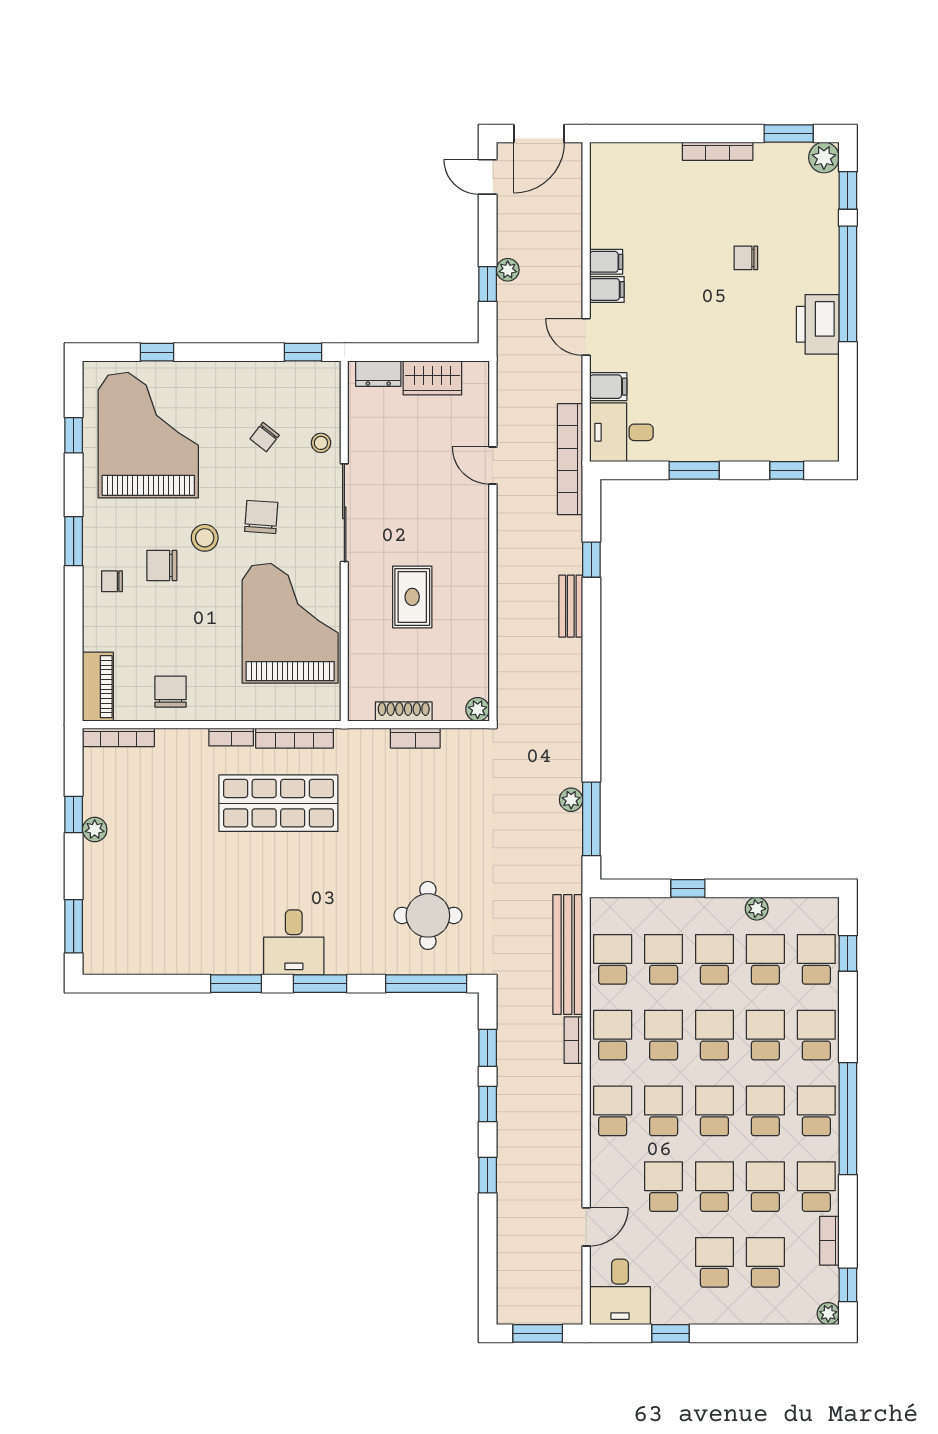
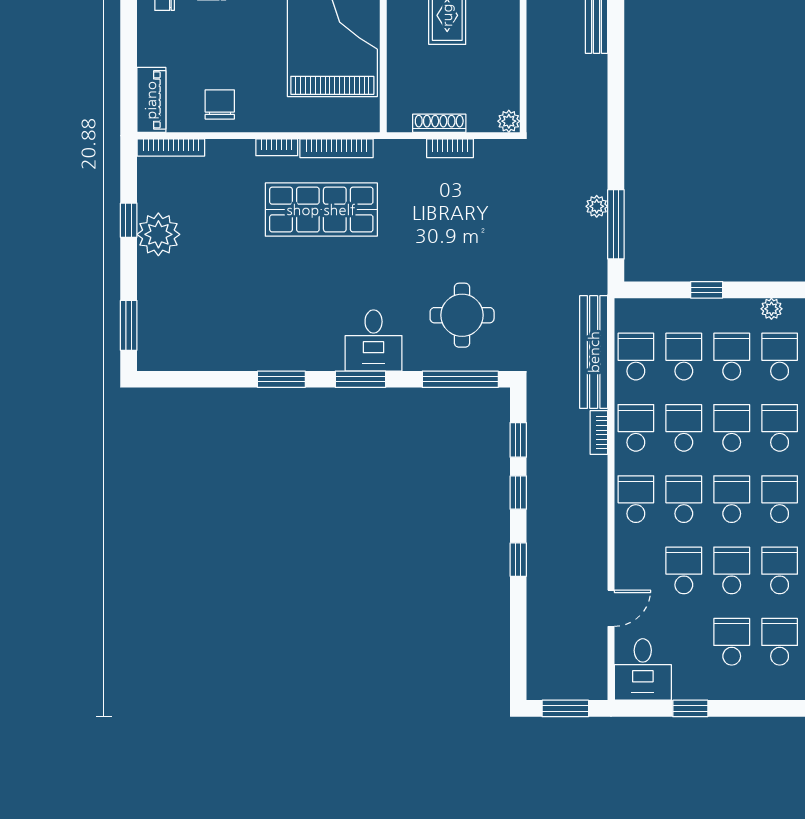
plant: (95, 829) -> (158, 234), width x1.87, depth x1.87
desk: (294, 942) -> (374, 340), moved

